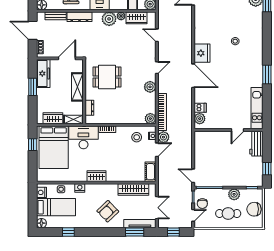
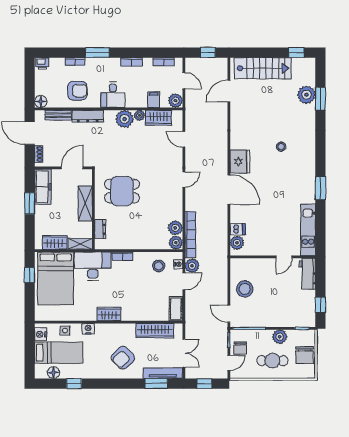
plant: (150, 87) -> (175, 228), moved
stool: (206, 156) -> (245, 289), added
chair: (254, 209) -> (304, 355), turned -90
floor lamp: (41, 223) -> (53, 373), moved

